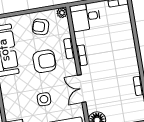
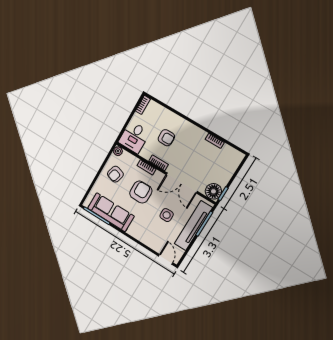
armchair: (108, 44) -> (166, 138), added
double door: (82, 89) -> (182, 183), width x1.37

